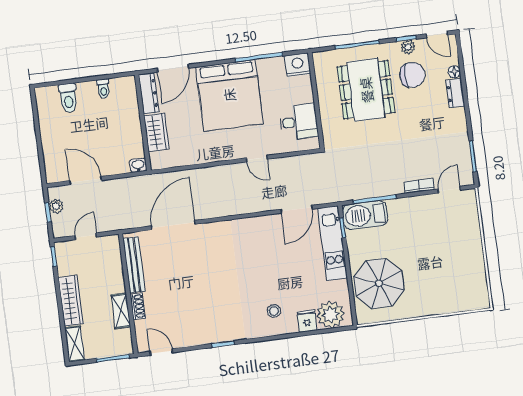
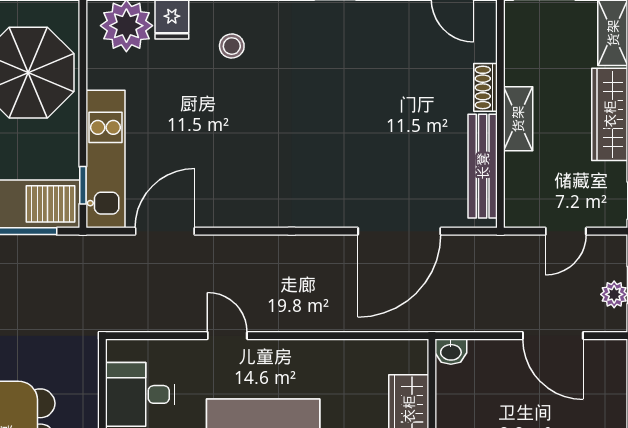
shelving: (121, 311) -> (518, 119), moved

